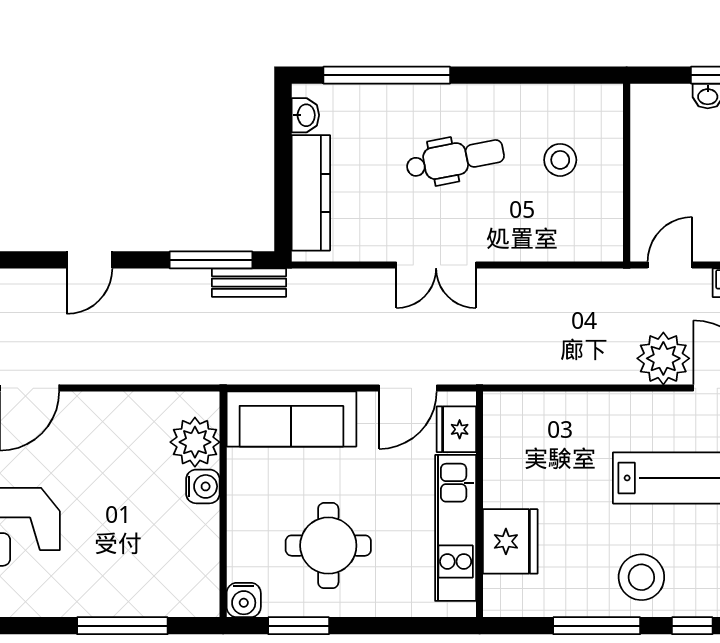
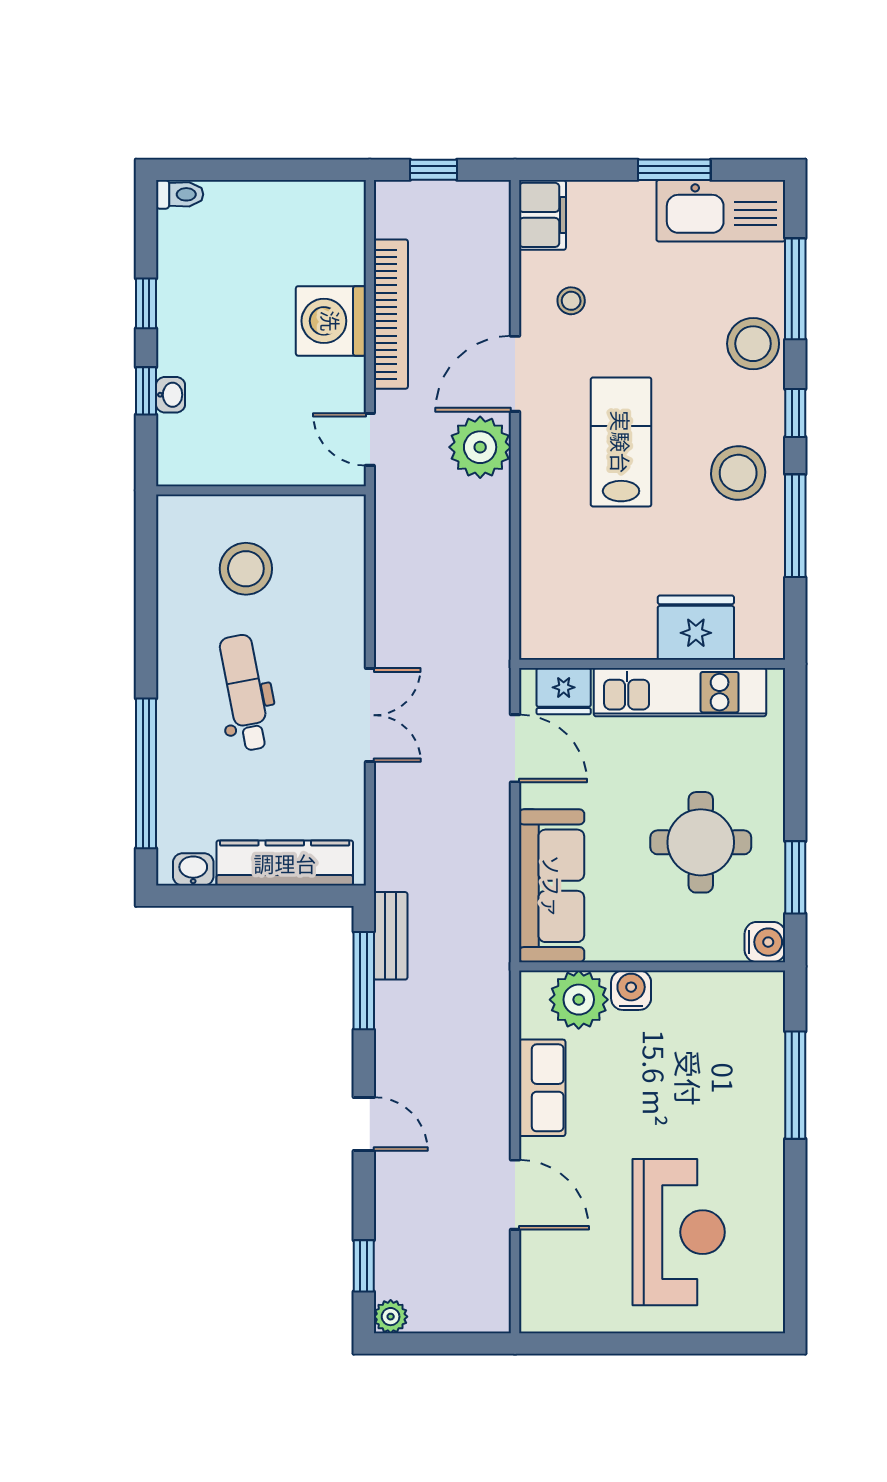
stool: (560, 160) -> (246, 569), width x1.38, depth x1.38
row of seats: (120, 411) -> (542, 1088), added

